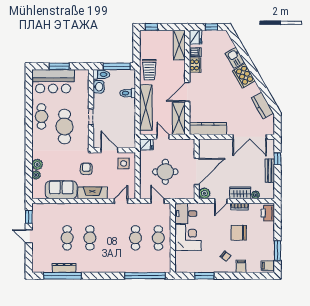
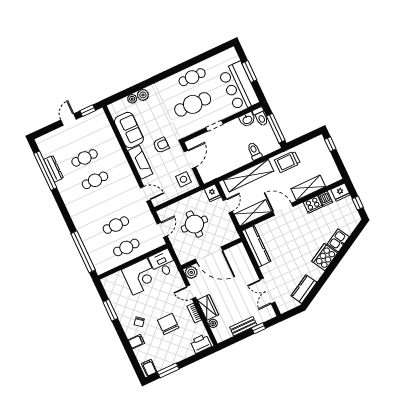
shelving: (179, 45) -> (308, 188), moved
bar counter: (53, 81) -> (239, 87), moved
double door: (250, 137) -> (267, 291), width x0.73

